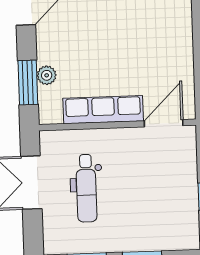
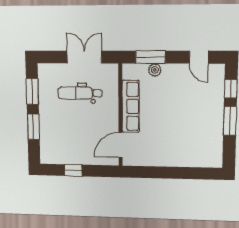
door: (164, 123) -> (121, 145), swing flipped

